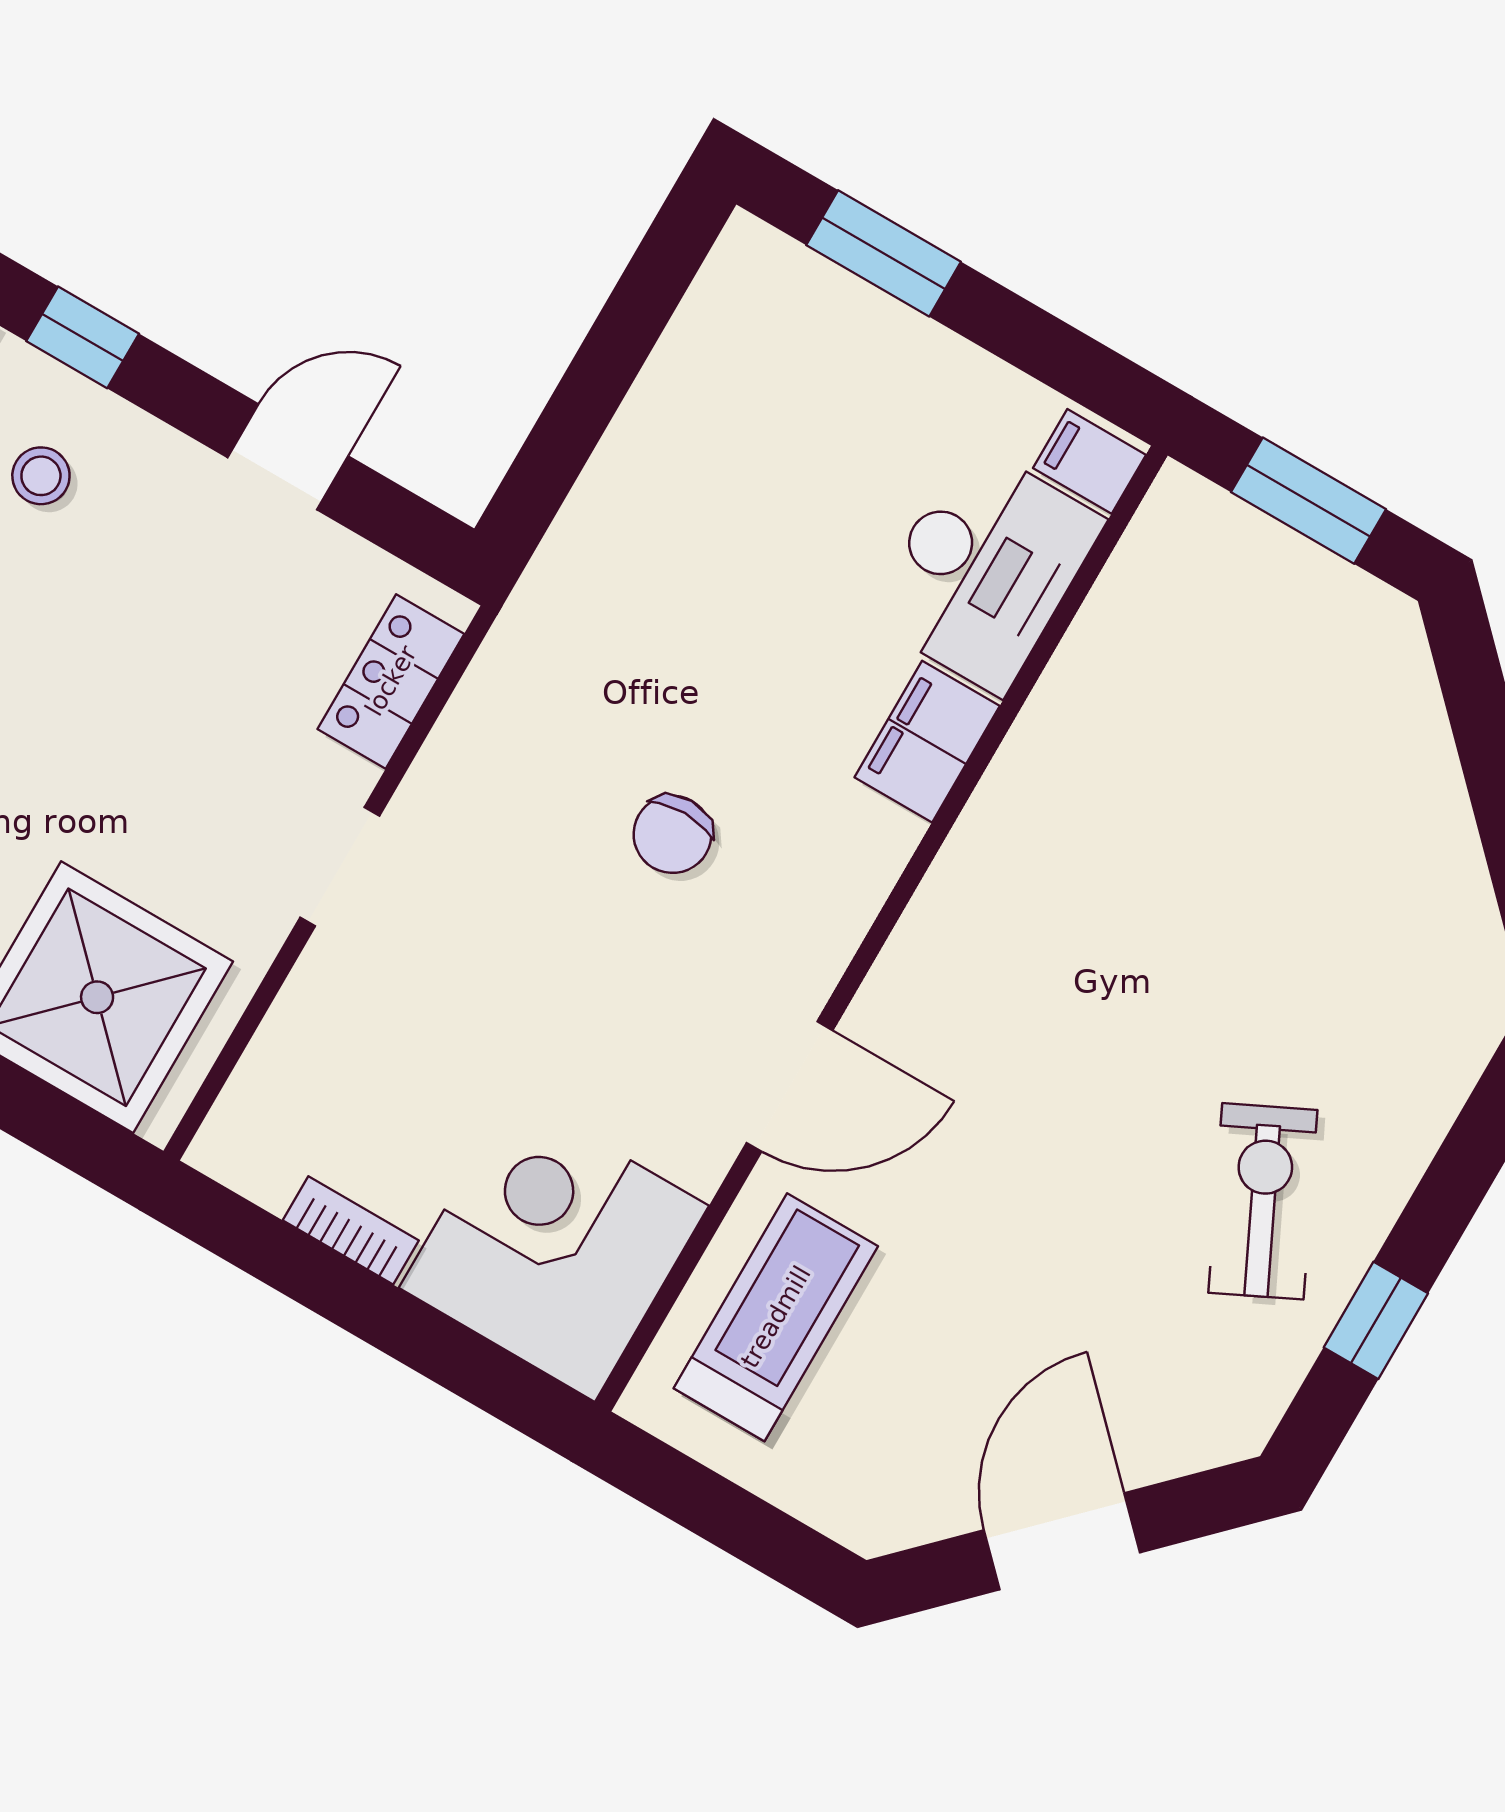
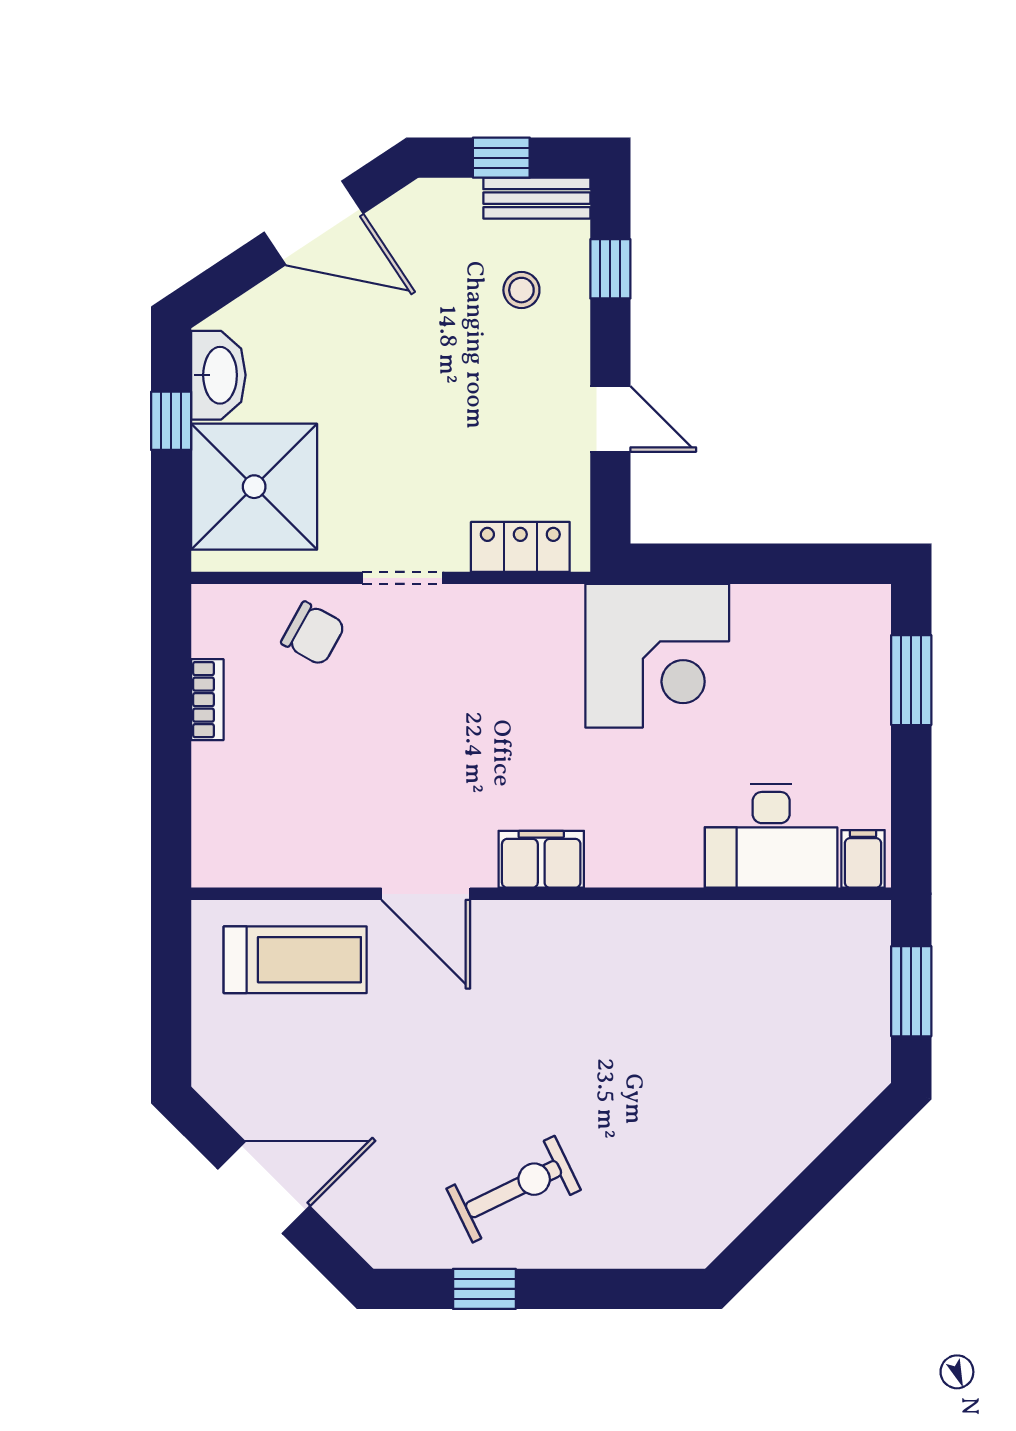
filing cabinet: (927, 742) -> (541, 859), moved
chair: (672, 834) -> (313, 634), moved, turned -151
corner desk: (554, 1247) -> (657, 656), moved, turned 90

